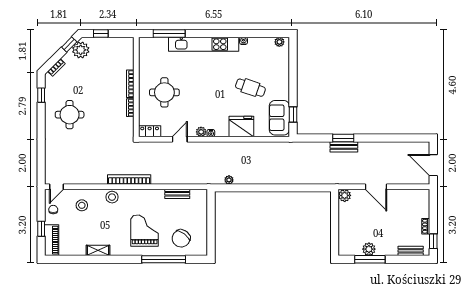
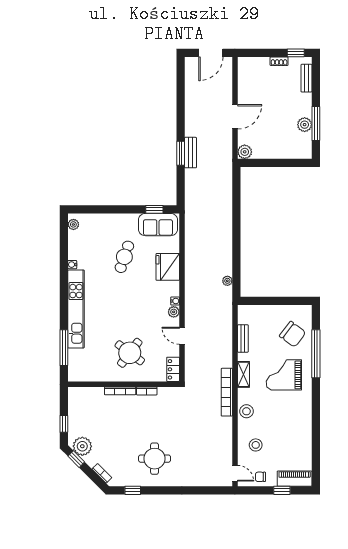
round table: (164, 92) -> (130, 353), turned 37
shelving: (98, 250) -> (243, 374), moved

